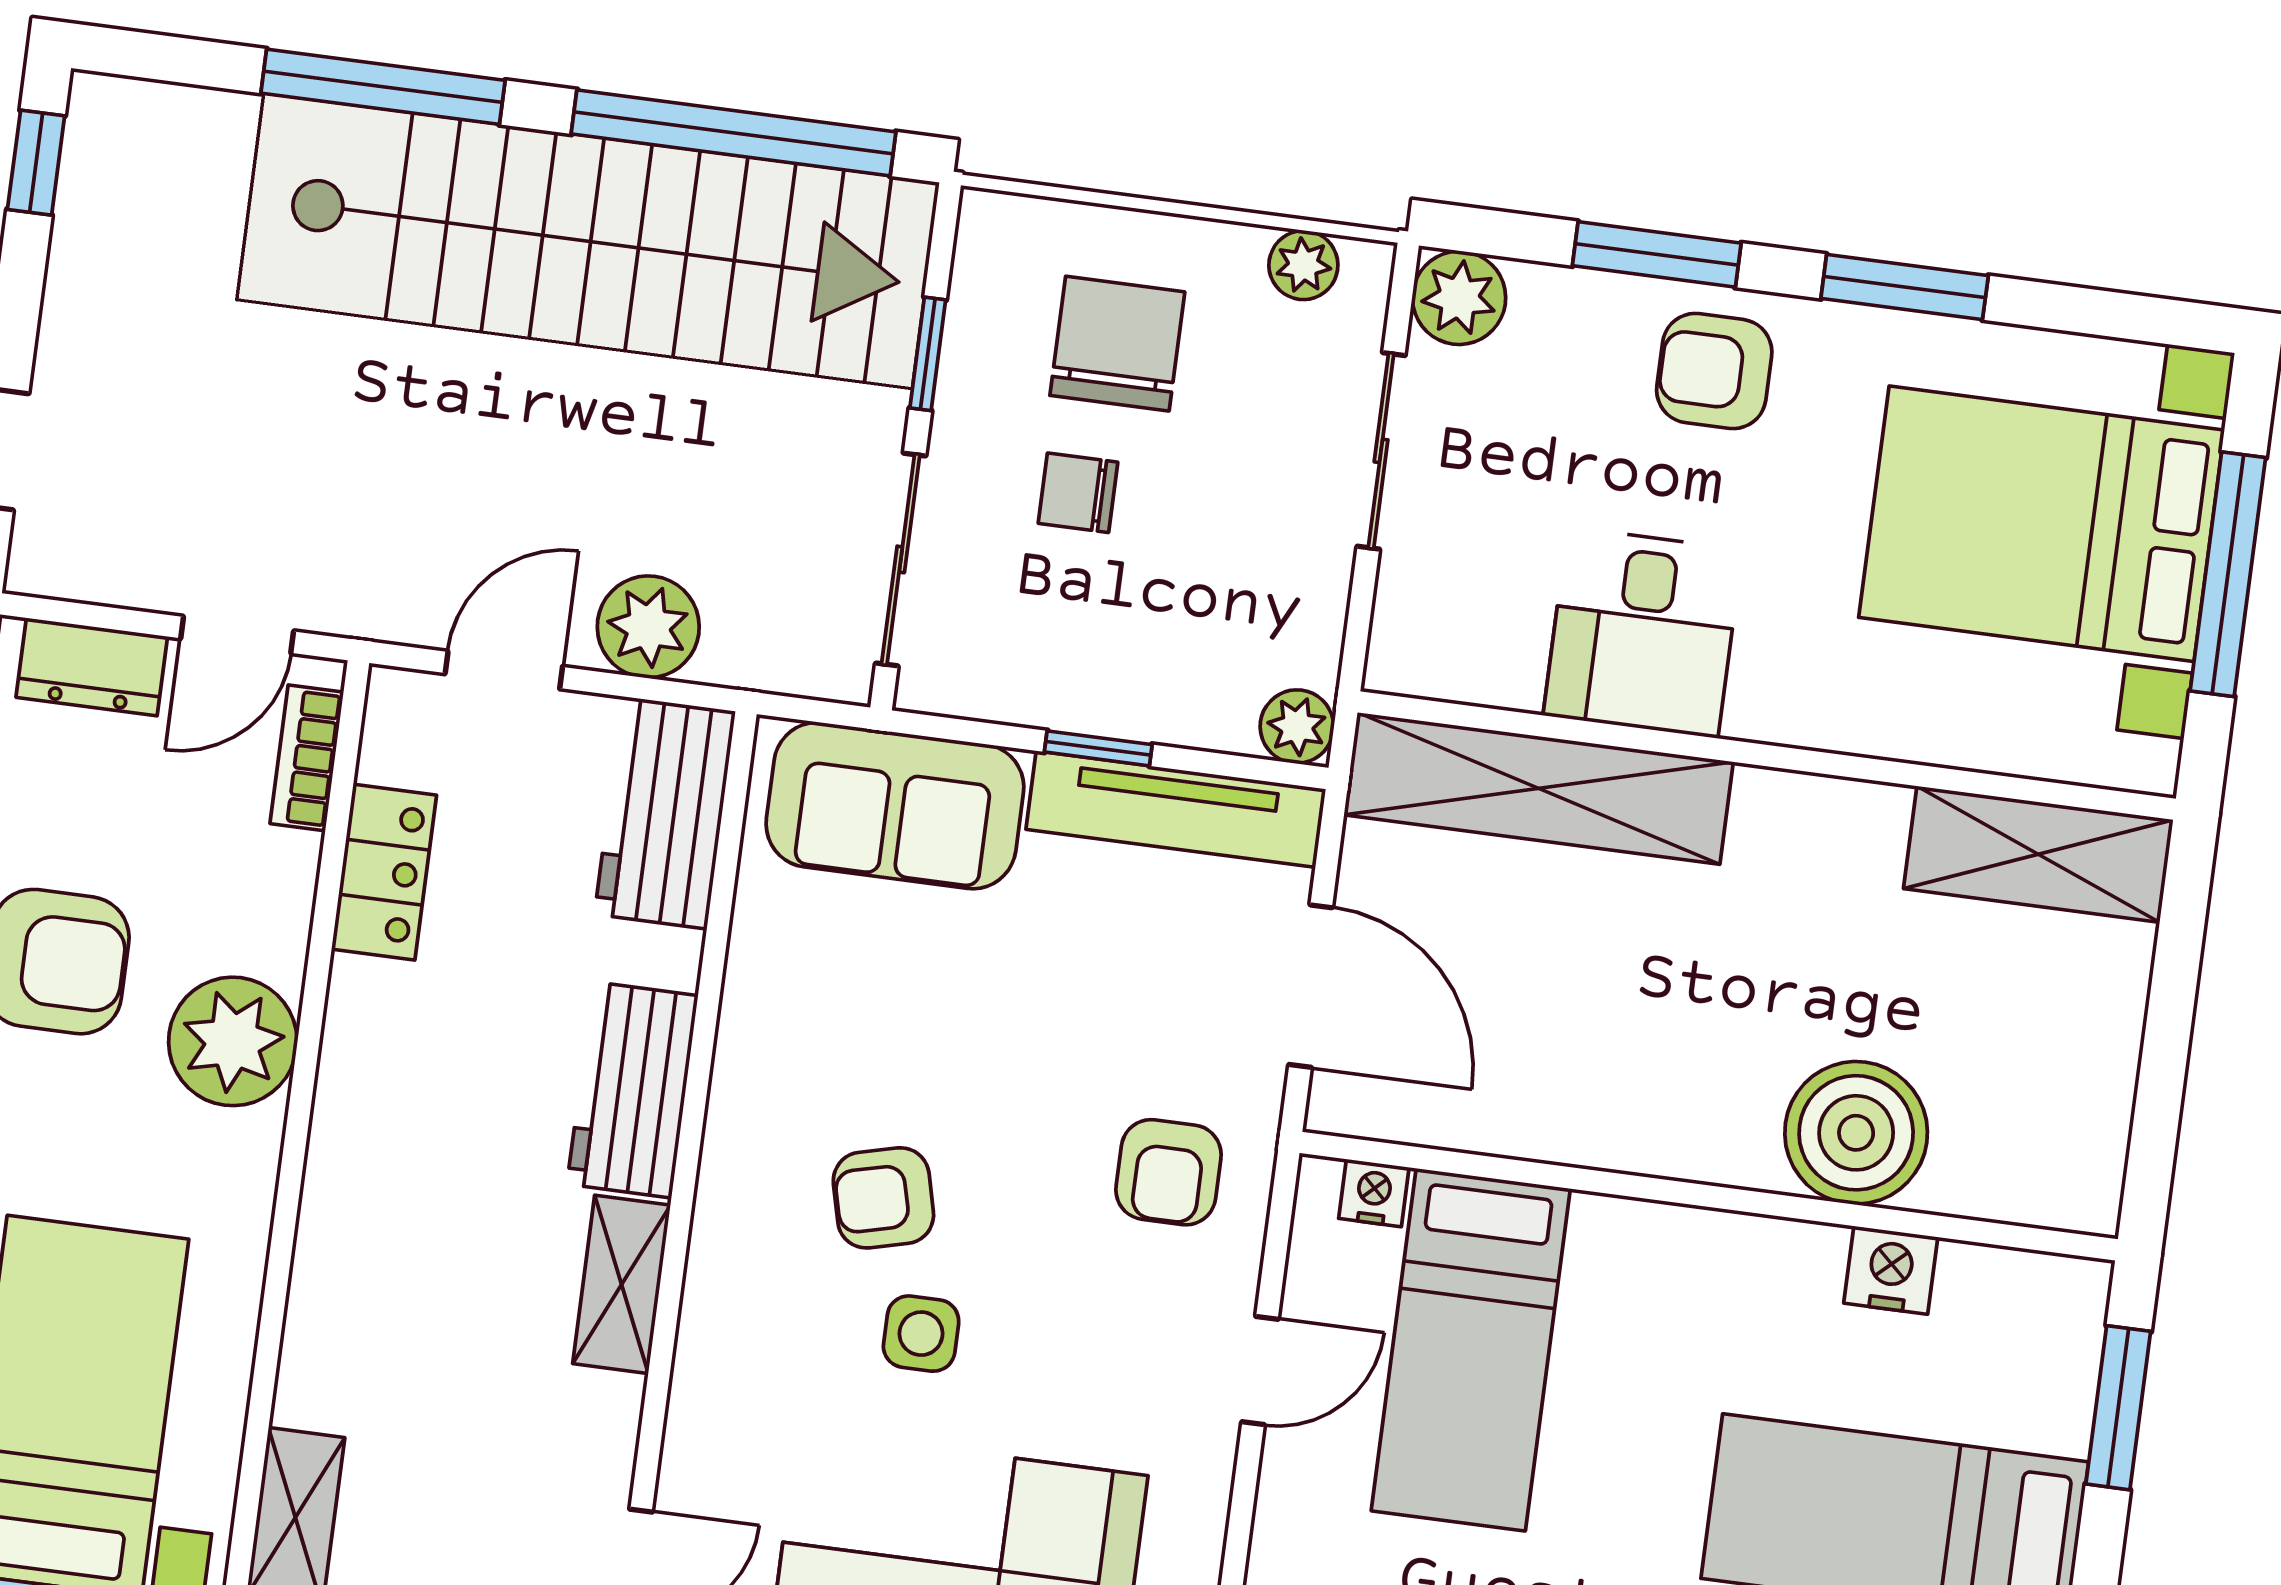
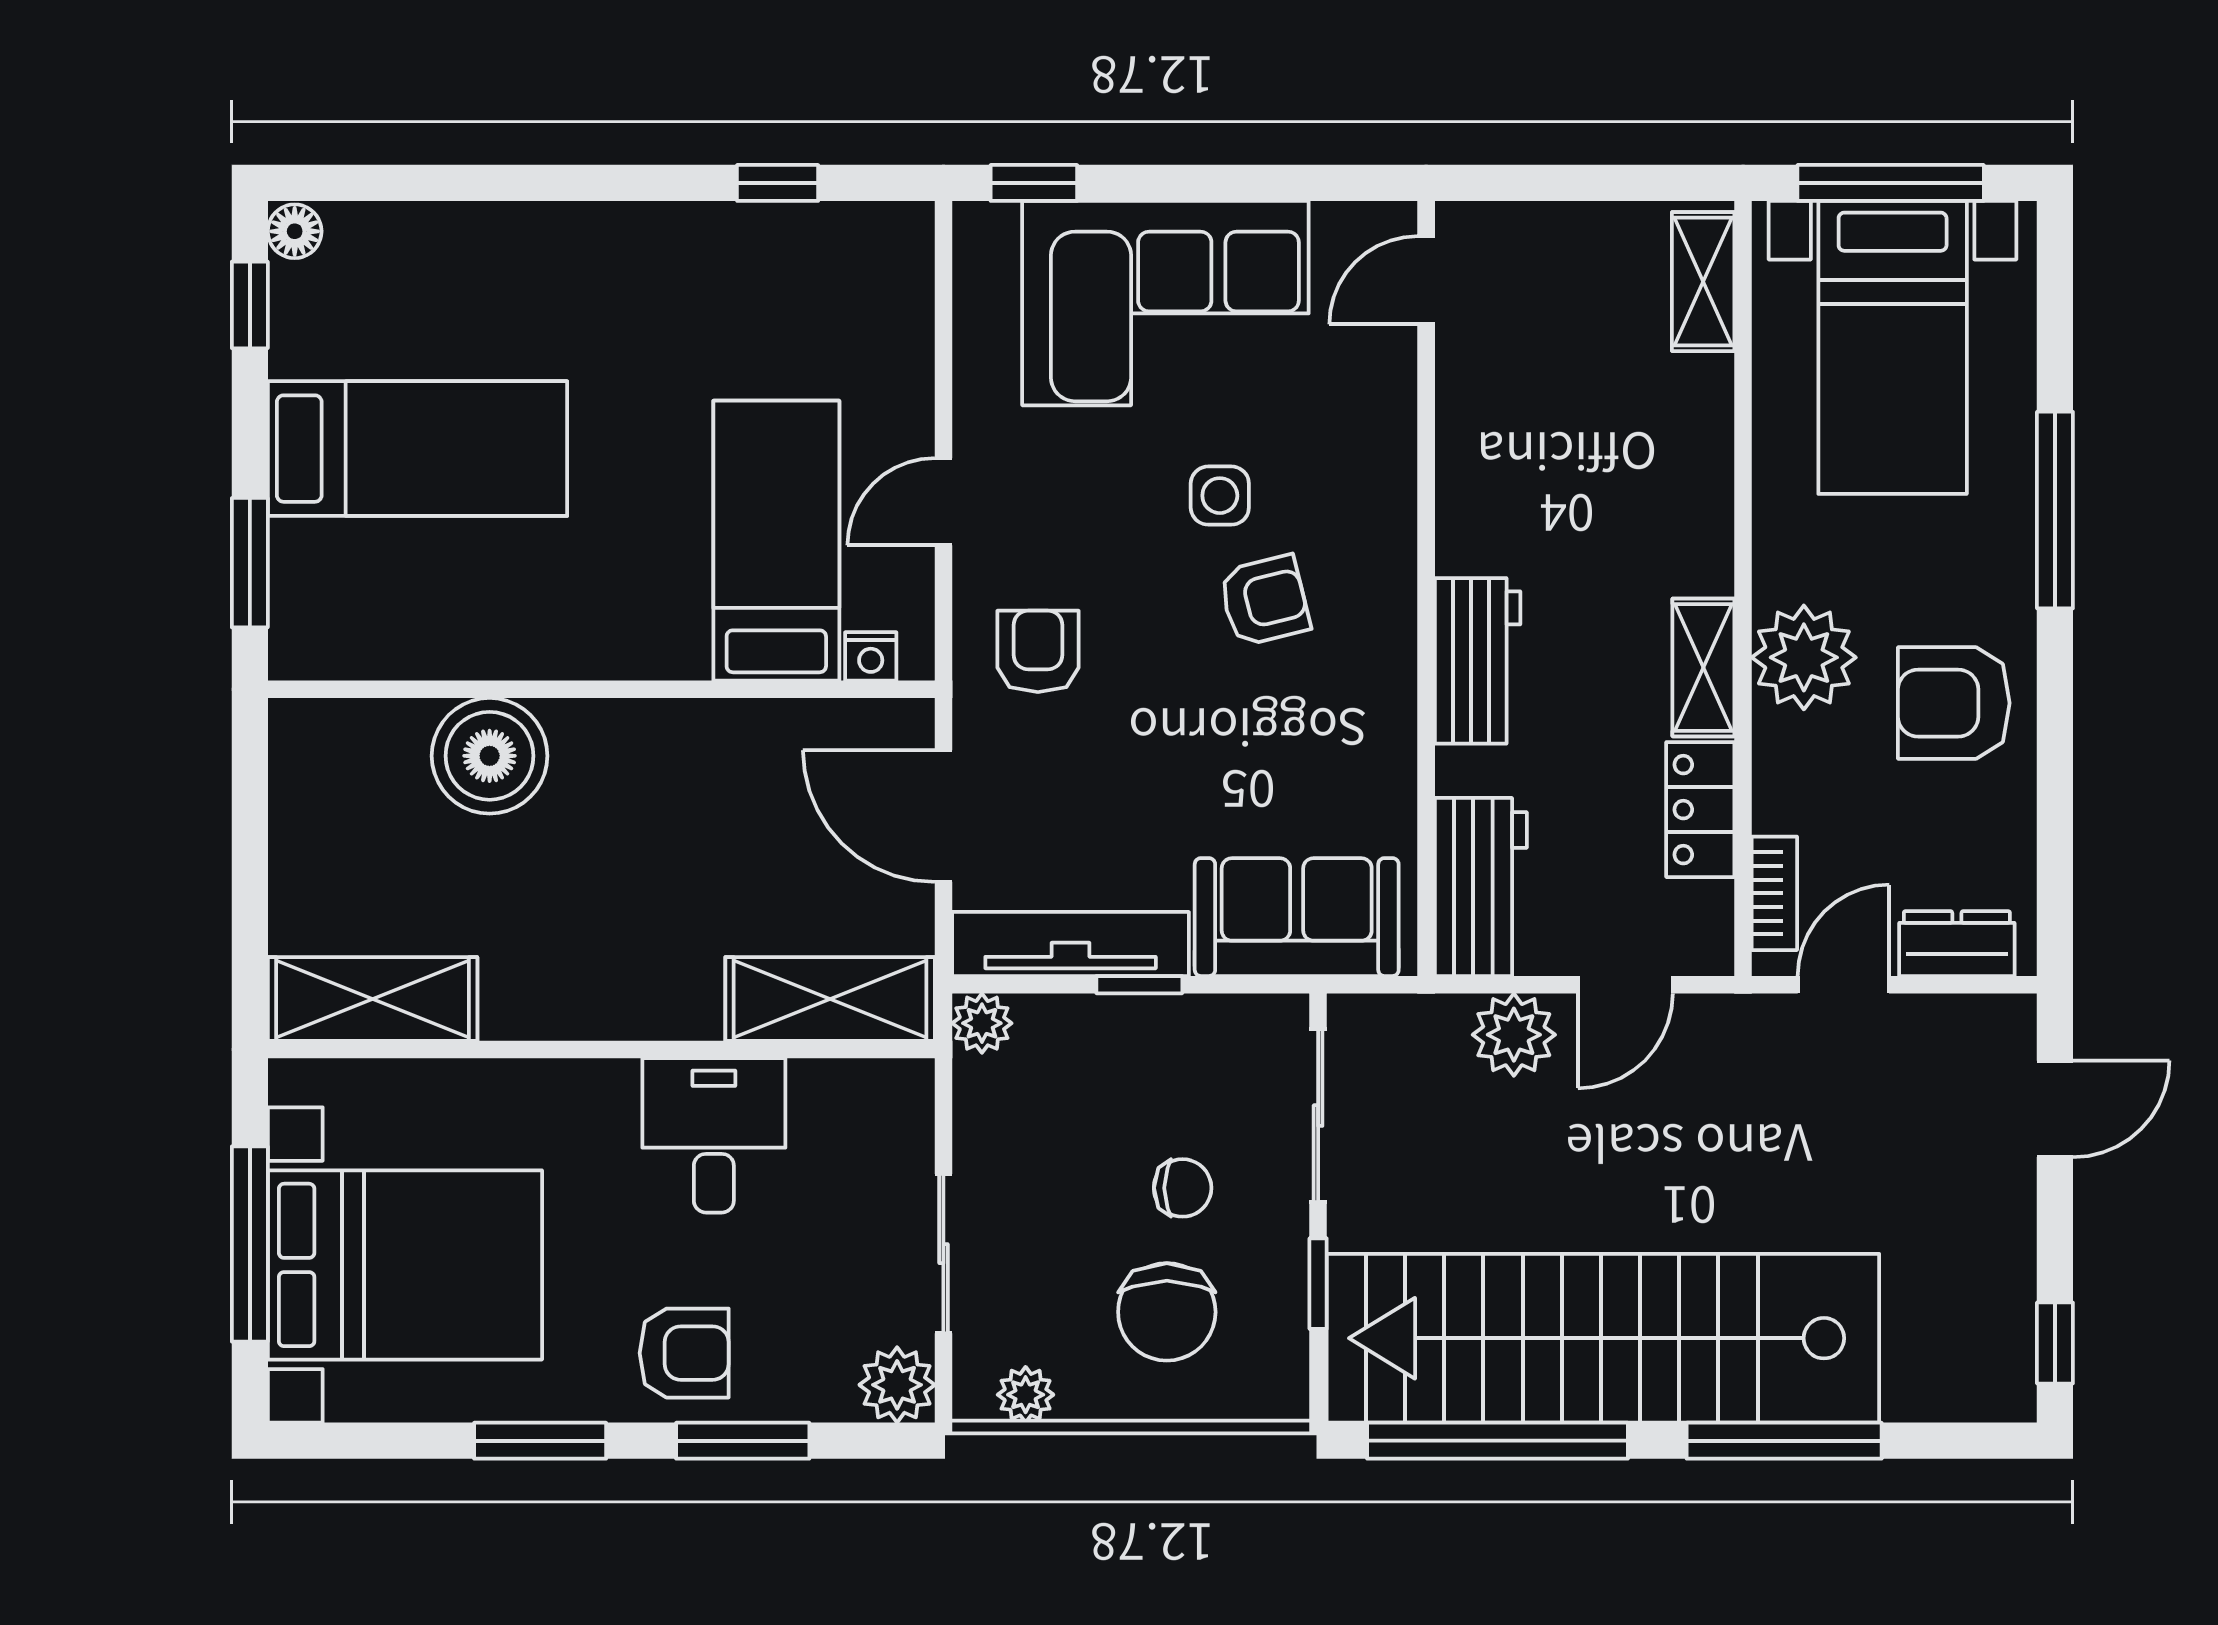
shelving: (1539, 788) -> (830, 999), width x0.68
nightstand: (1891, 1270) -> (447, 649), removed
shelving: (622, 1284) -> (1703, 667), moved

